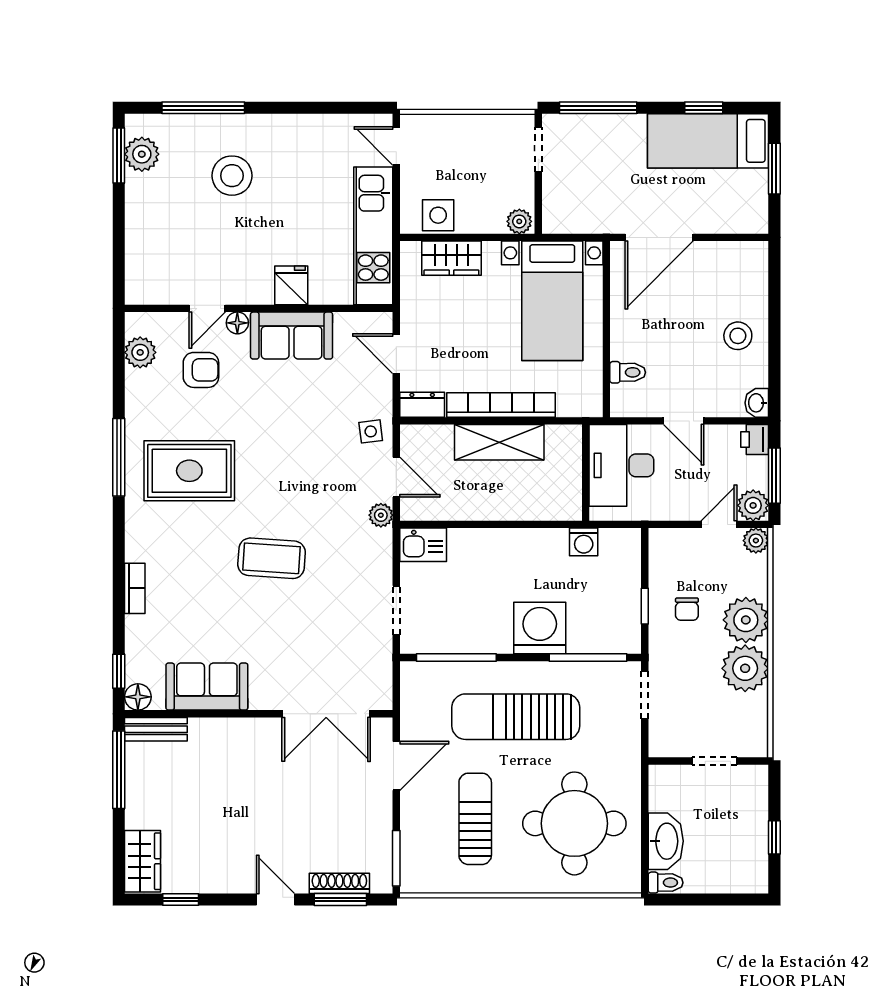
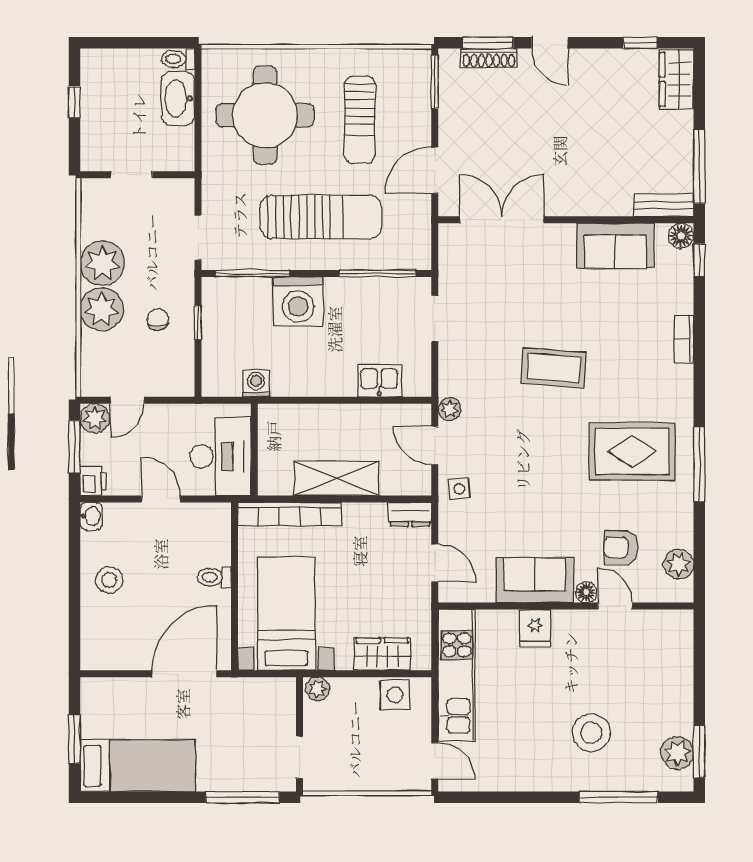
window: (704, 108) -> (142, 797), removed
door: (207, 308) -> (615, 606), hinge flipped
toilet: (628, 372) -> (214, 577), moved
bookcase: (501, 405) -> (290, 514), moved
plant: (756, 541) -> (92, 385), removed
kitchen sink: (423, 545) -> (379, 381), moved

